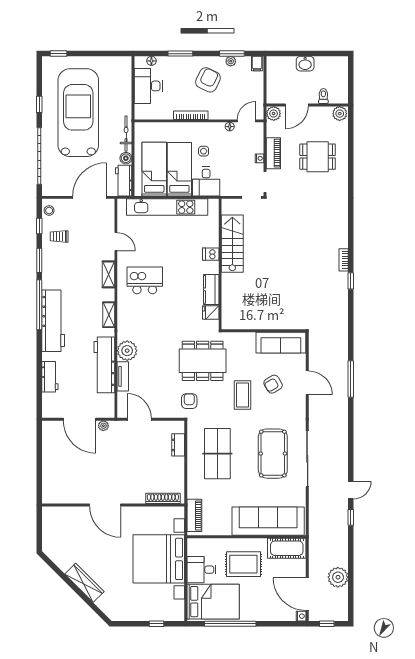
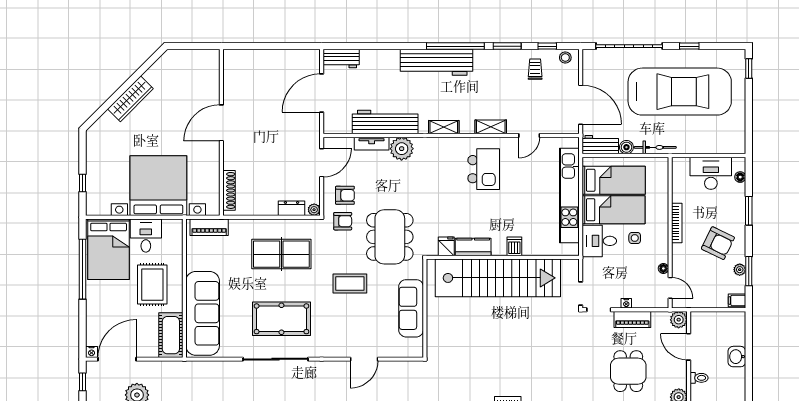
stairs: (232, 244) -> (498, 278), width x1.86, depth x1.51
sofa: (281, 343) -> (411, 308), moved
workbench: (50, 377) -> (341, 58), moved
armchair: (273, 384) -> (345, 195), moved, turned 120
plant: (103, 426) -> (314, 210), moved

